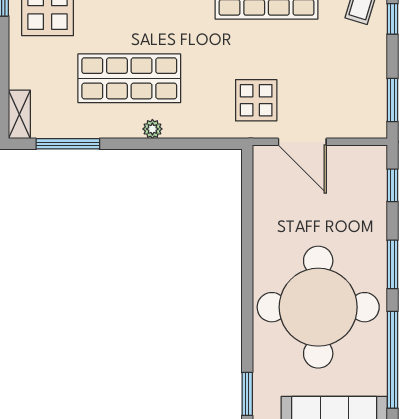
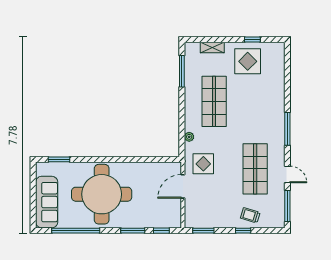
shelving: (19, 114) -> (212, 47), moved
plant: (152, 129) -> (189, 137), moved
window: (392, 264) -> (133, 231), moved

